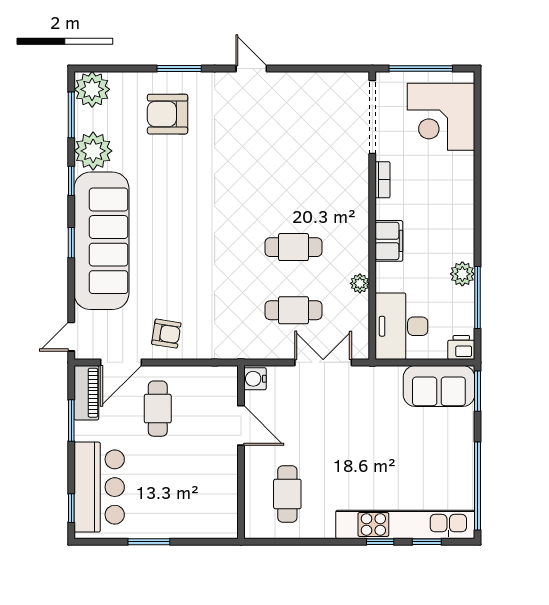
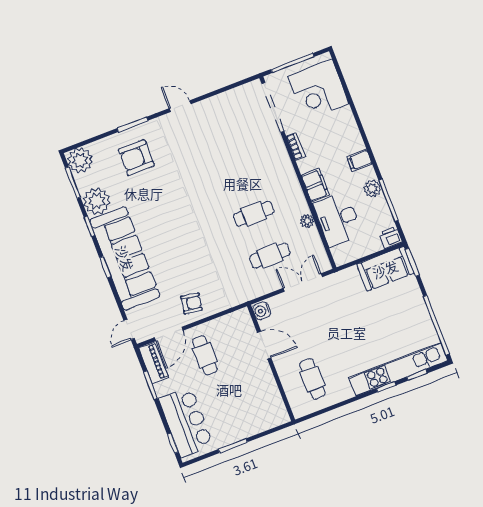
filing cabinet: (459, 230) -> (359, 160), added
desk: (401, 326) -> (338, 219), moved

